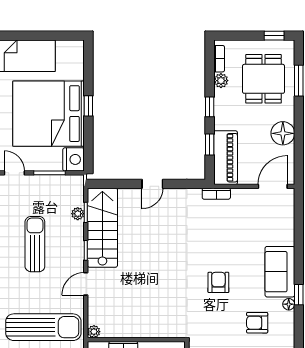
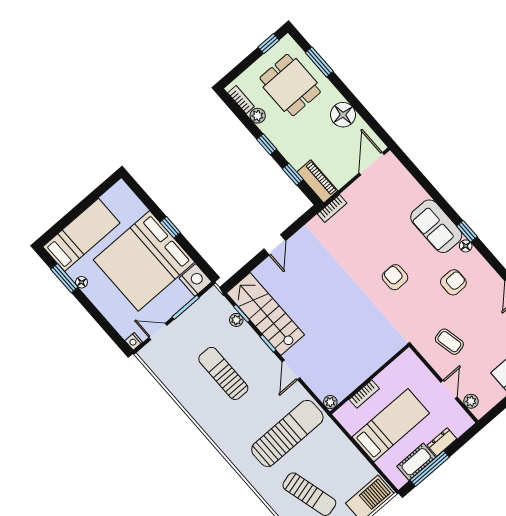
piano: (226, 158) -> (317, 181), width x0.73, depth x0.75
armchair: (257, 323) -> (453, 282), turned 180

